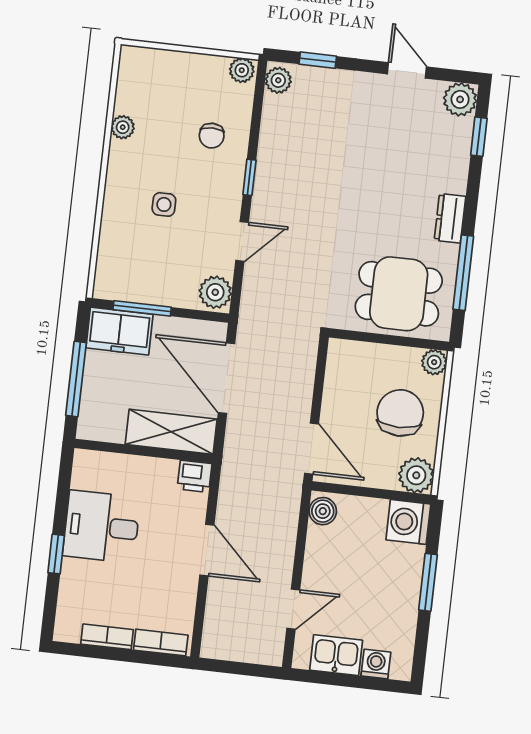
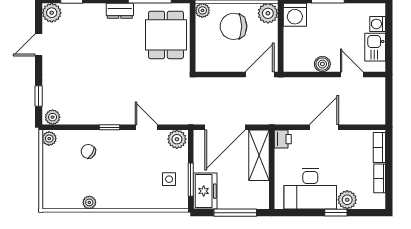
chair: (212, 136) -> (88, 151), turned -149
side table: (164, 204) -> (169, 179), moved
boiler: (323, 511) -> (322, 64), moved
desk: (102, 527) -> (310, 189), width x1.37
plant: (76, 576) -> (347, 200), added

